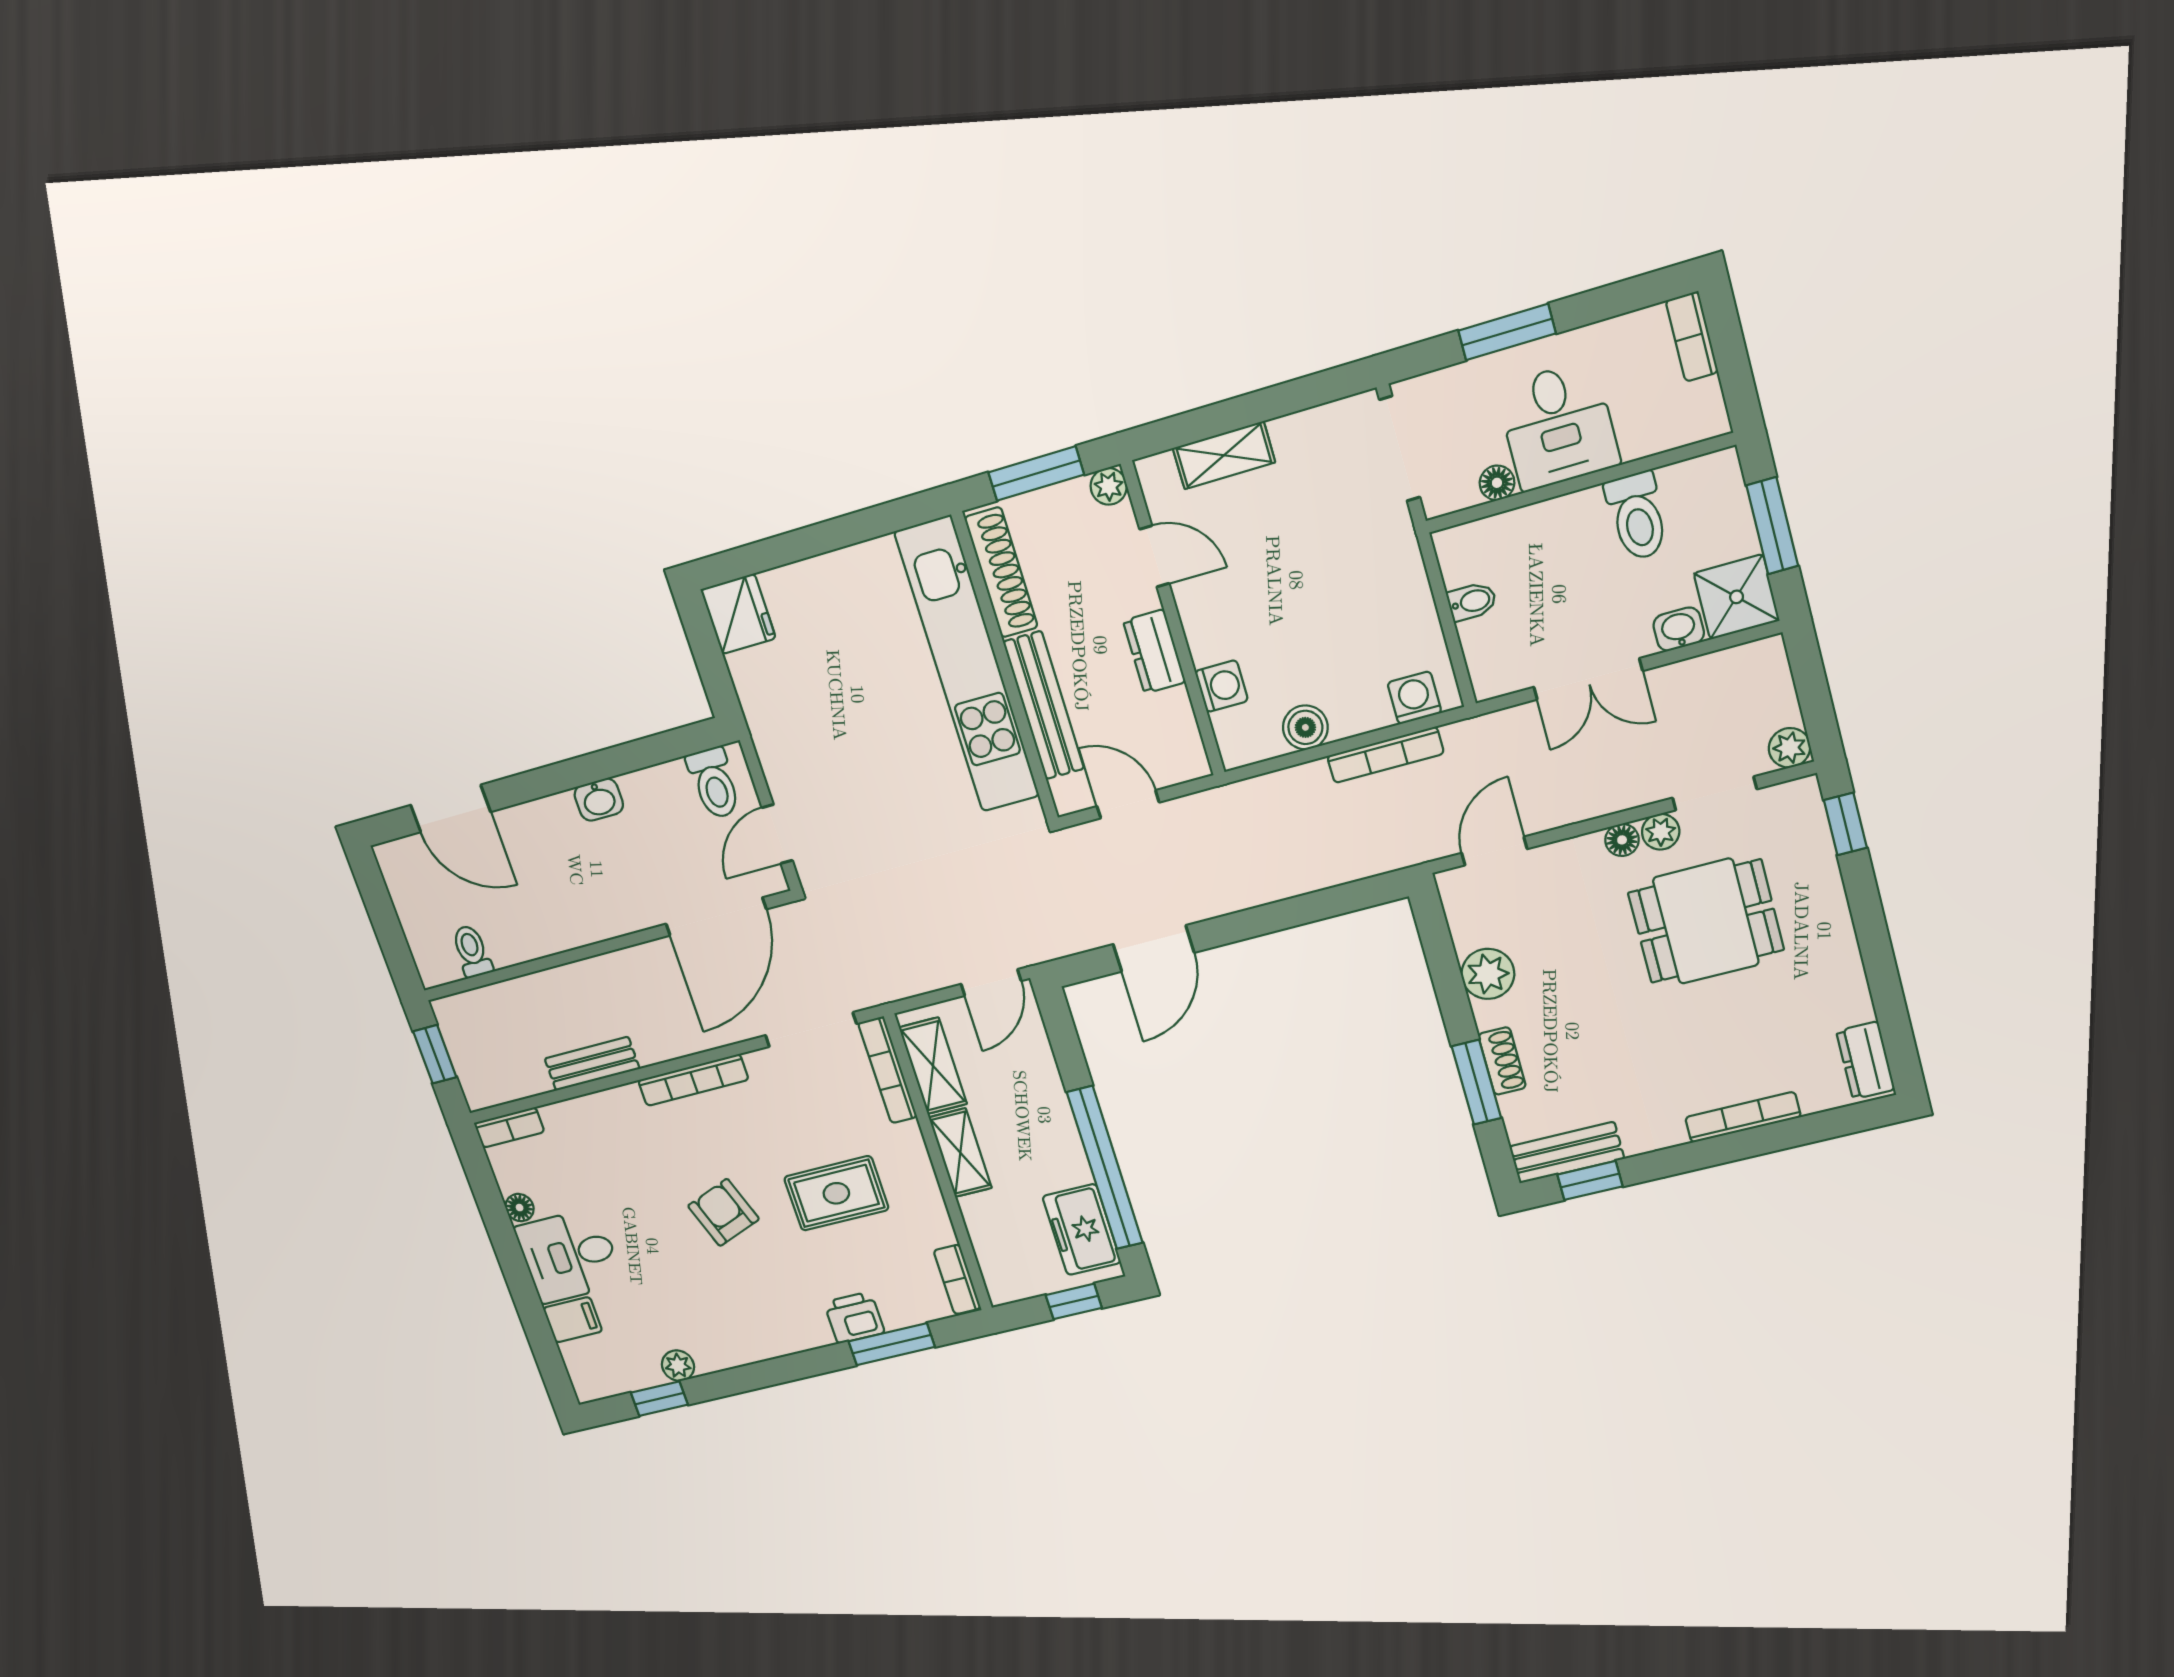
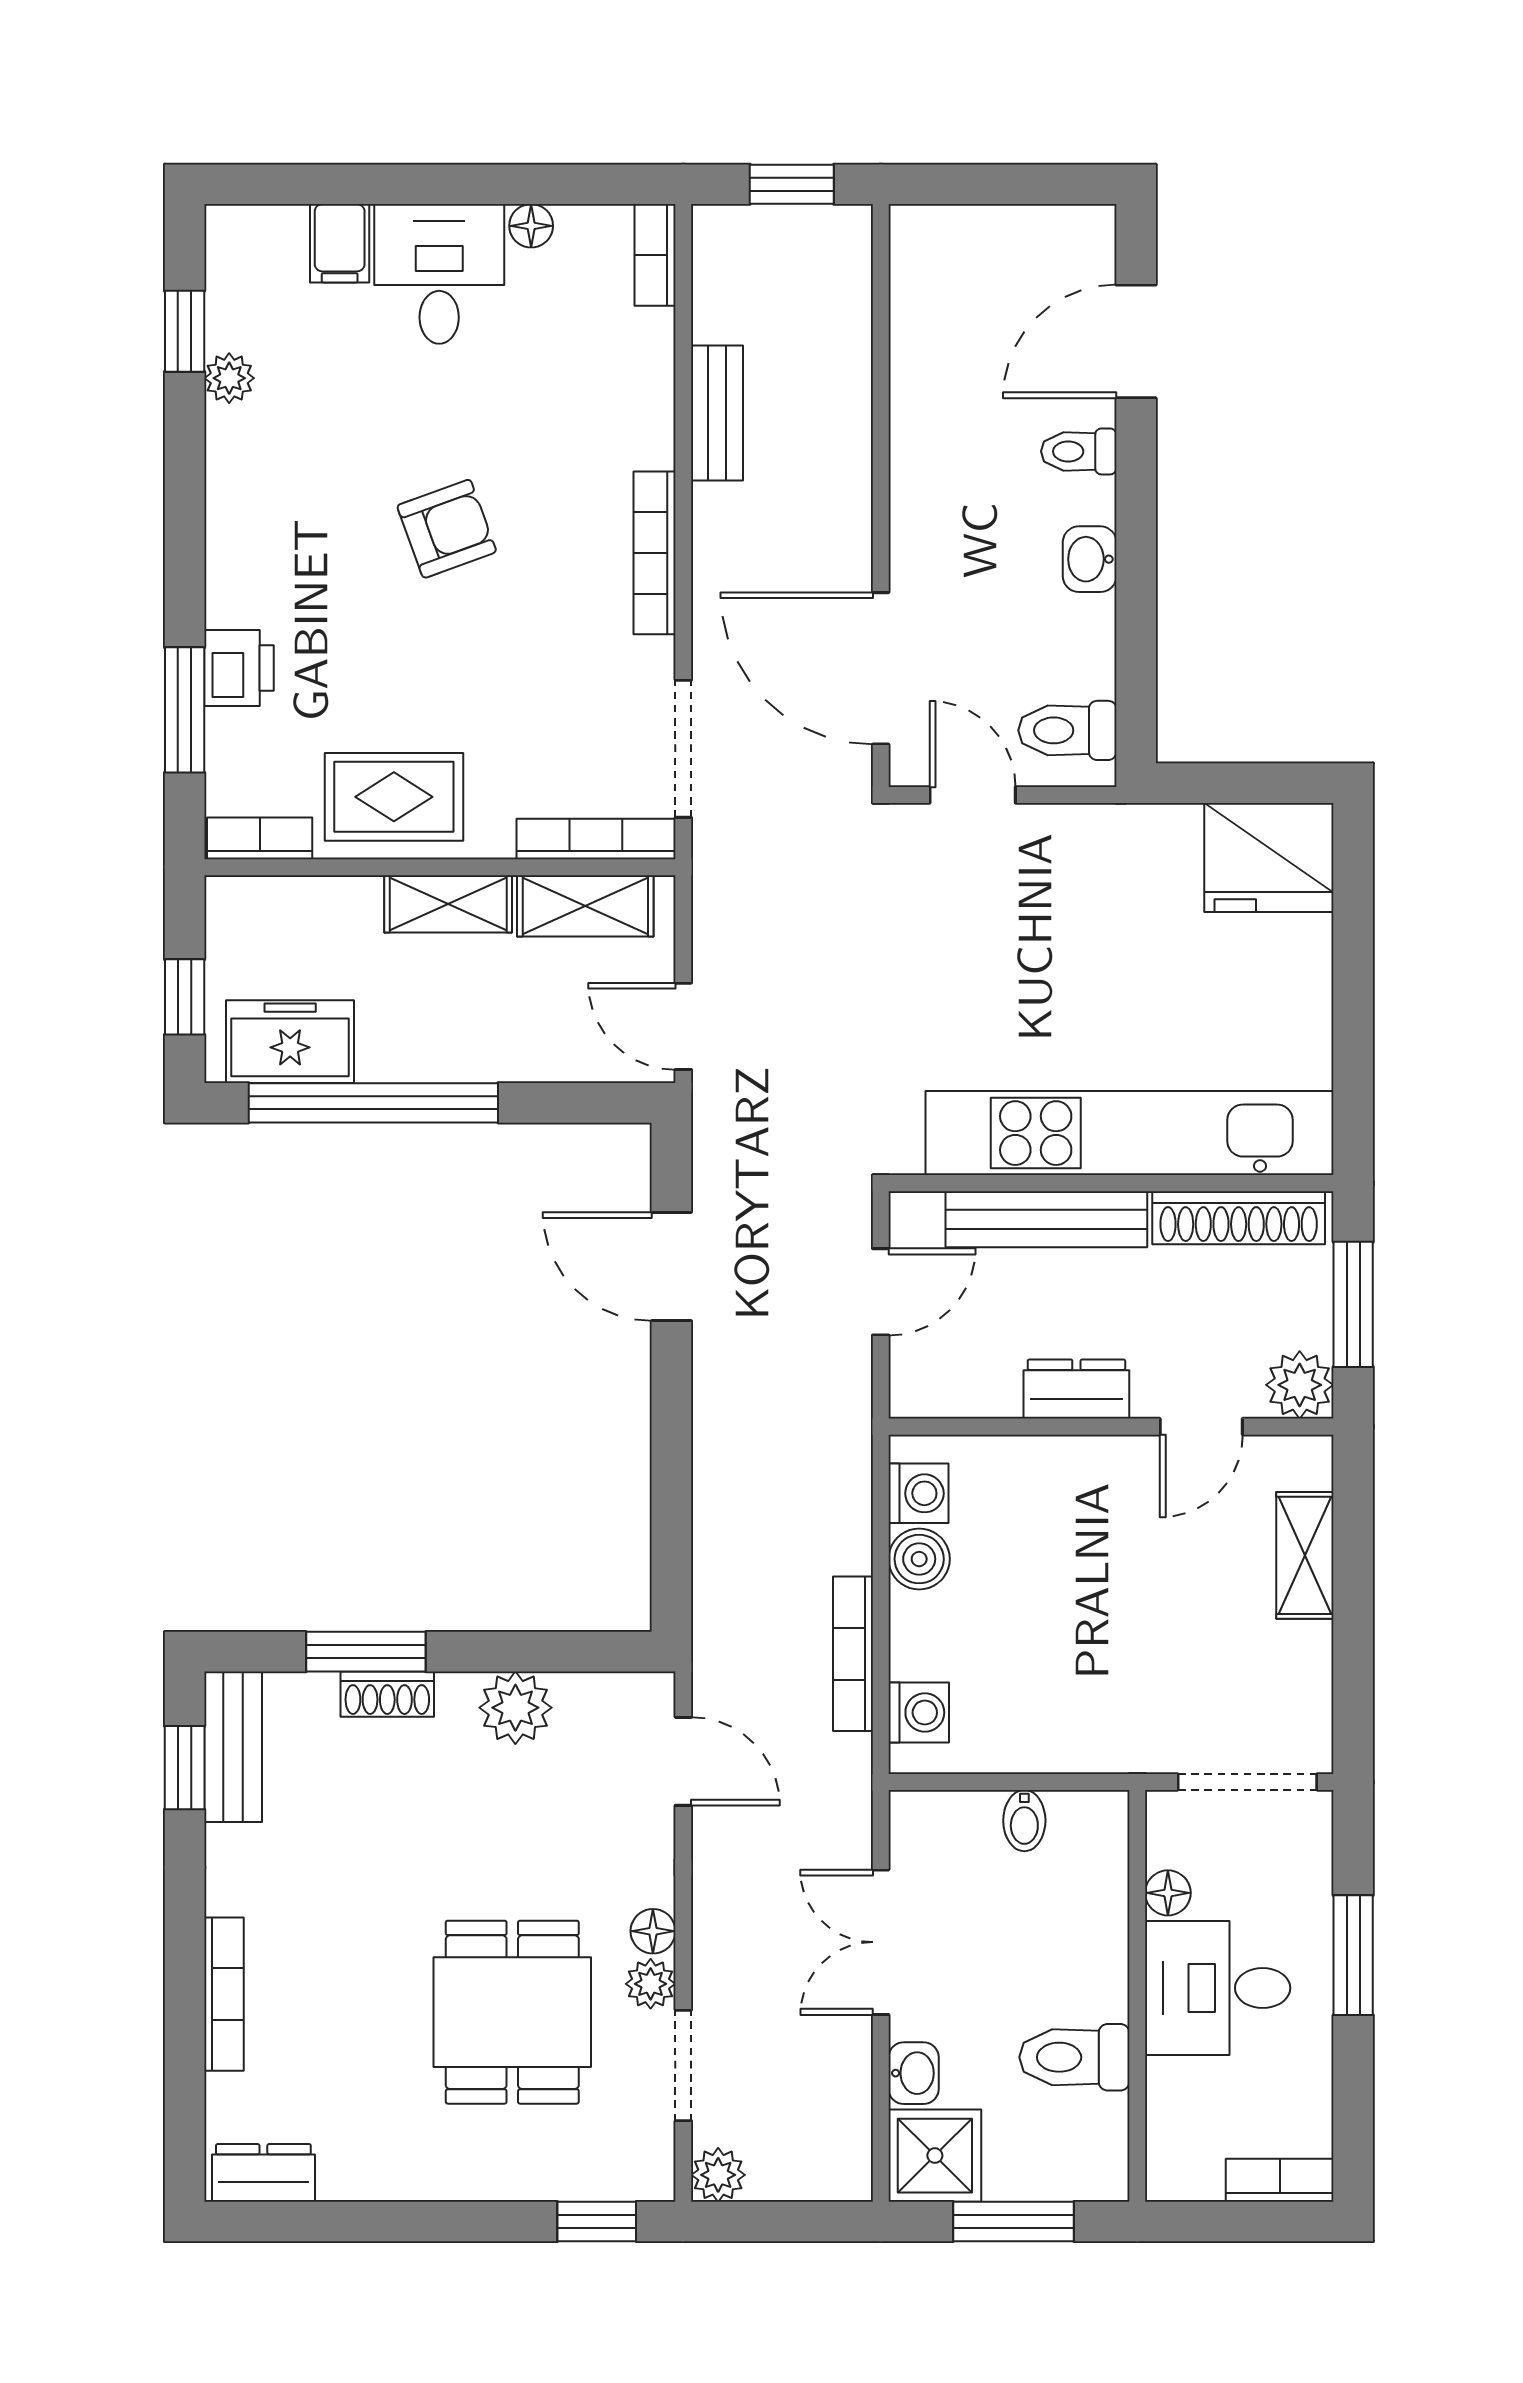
plant: (1109, 486) -> (1300, 1385), width x1.38, depth x1.38
fridge: (738, 614) -> (1269, 857), width x1.36, depth x1.34
washing machine: (1222, 686) -> (918, 1493), moved, turned -90
toilet: (472, 951) -> (1079, 451), moved, turned 180
rug: (836, 1193) -> (394, 797), moved, turned 90

